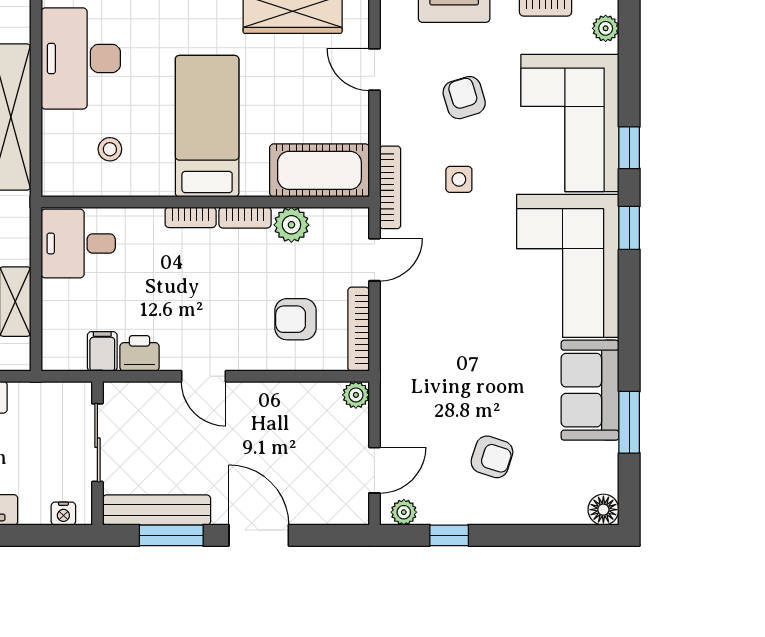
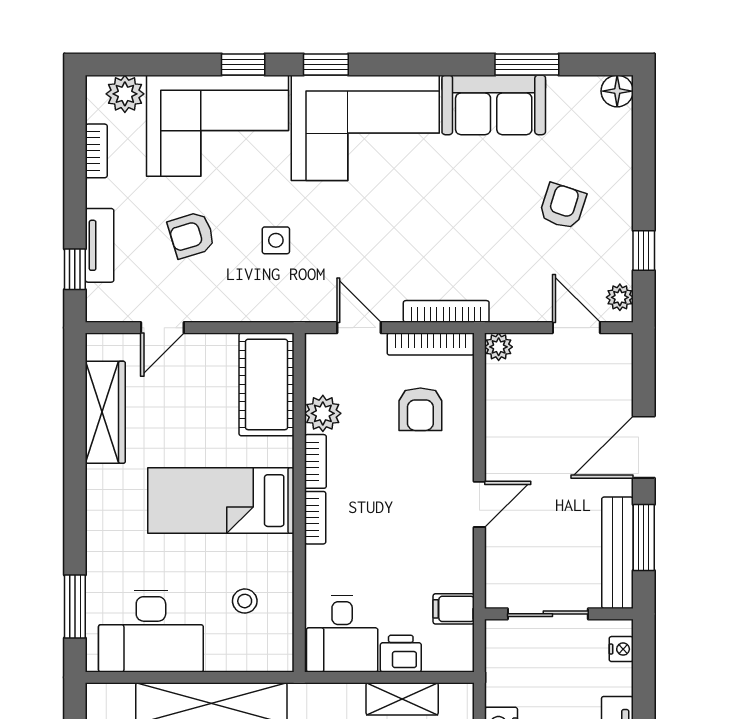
plant: (606, 28) -> (125, 94), width x1.38, depth x1.38
bookcase: (390, 187) -> (446, 311), moved
printer: (139, 353) -> (401, 654), moved, turned 90

